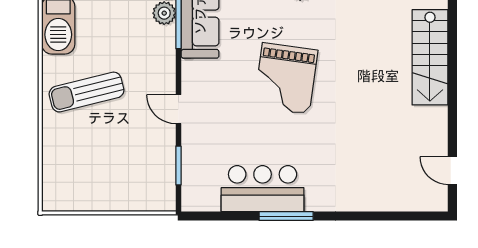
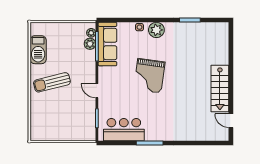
stairs: (430, 57) -> (220, 89), moved
bar counter: (263, 189) -> (124, 130), moved

